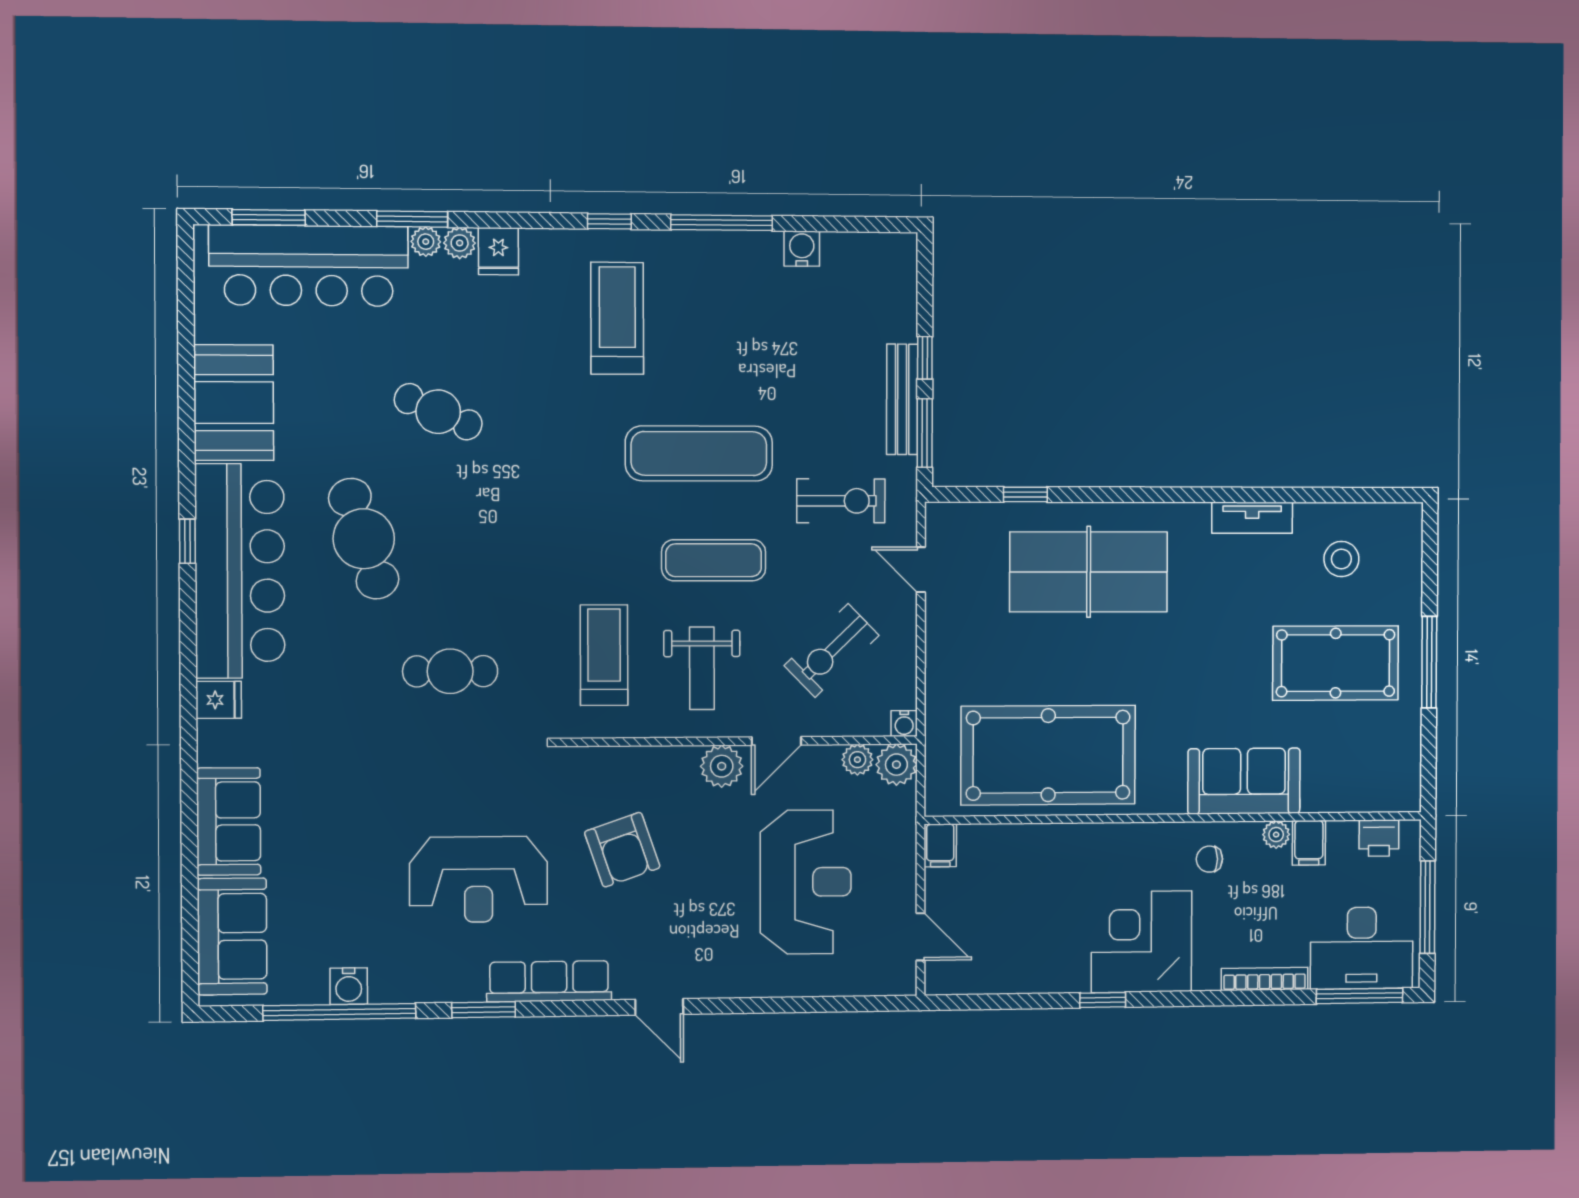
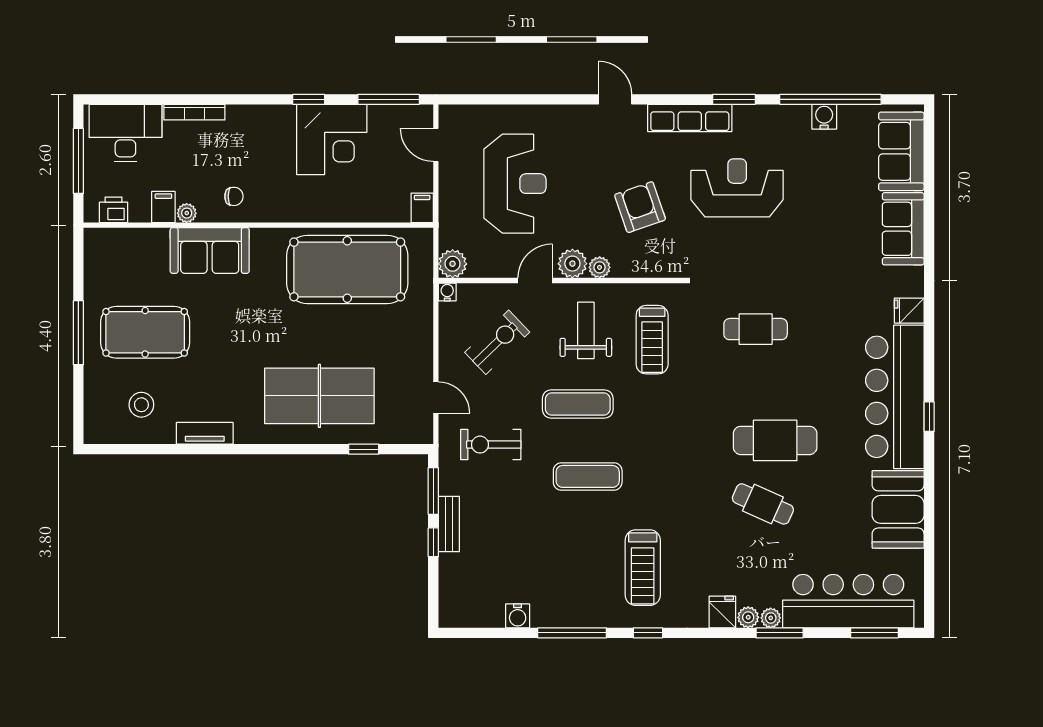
bench: (902, 399) -> (449, 524), width x0.73
exercise mat: (699, 454) -> (588, 476), width x0.73, depth x0.69
cafe table: (364, 539) -> (775, 440), moved, turned -72
plant: (857, 760) -> (600, 267), moved
reception desk: (806, 882) -> (515, 184), turned 180
corner desk: (1142, 942) -> (332, 139), moved
window: (1360, 996) -> (389, 99), moved

